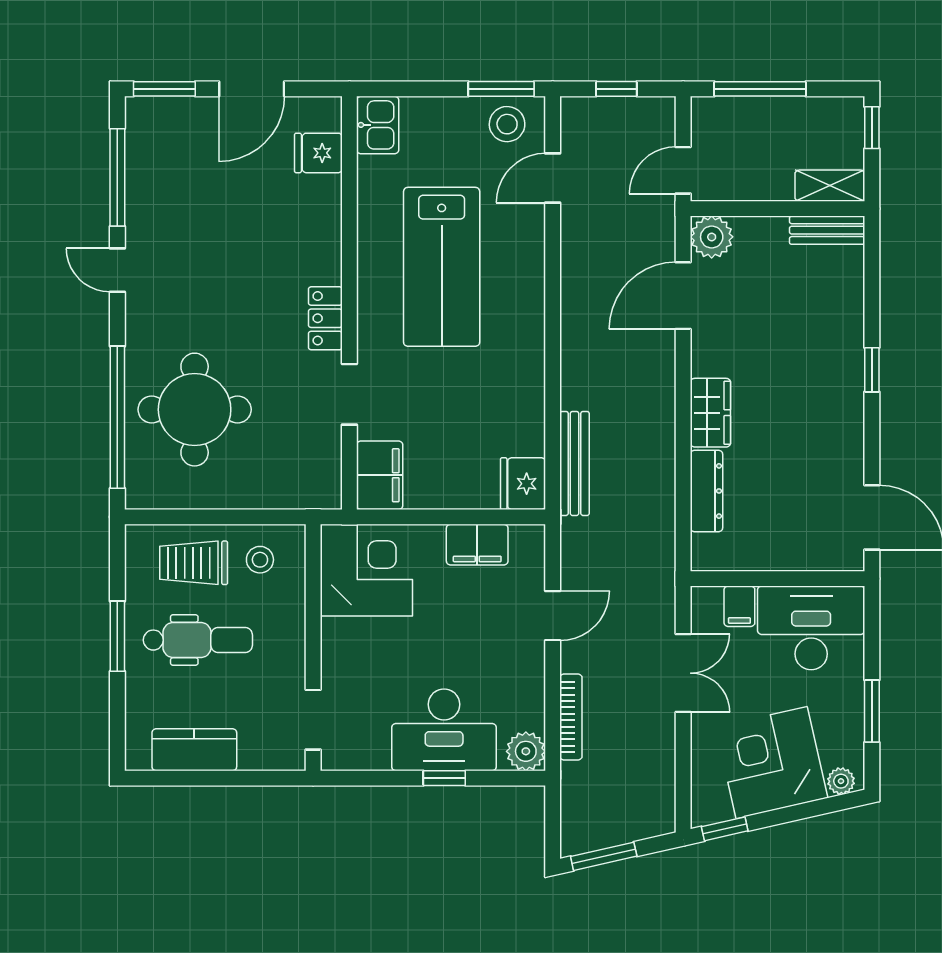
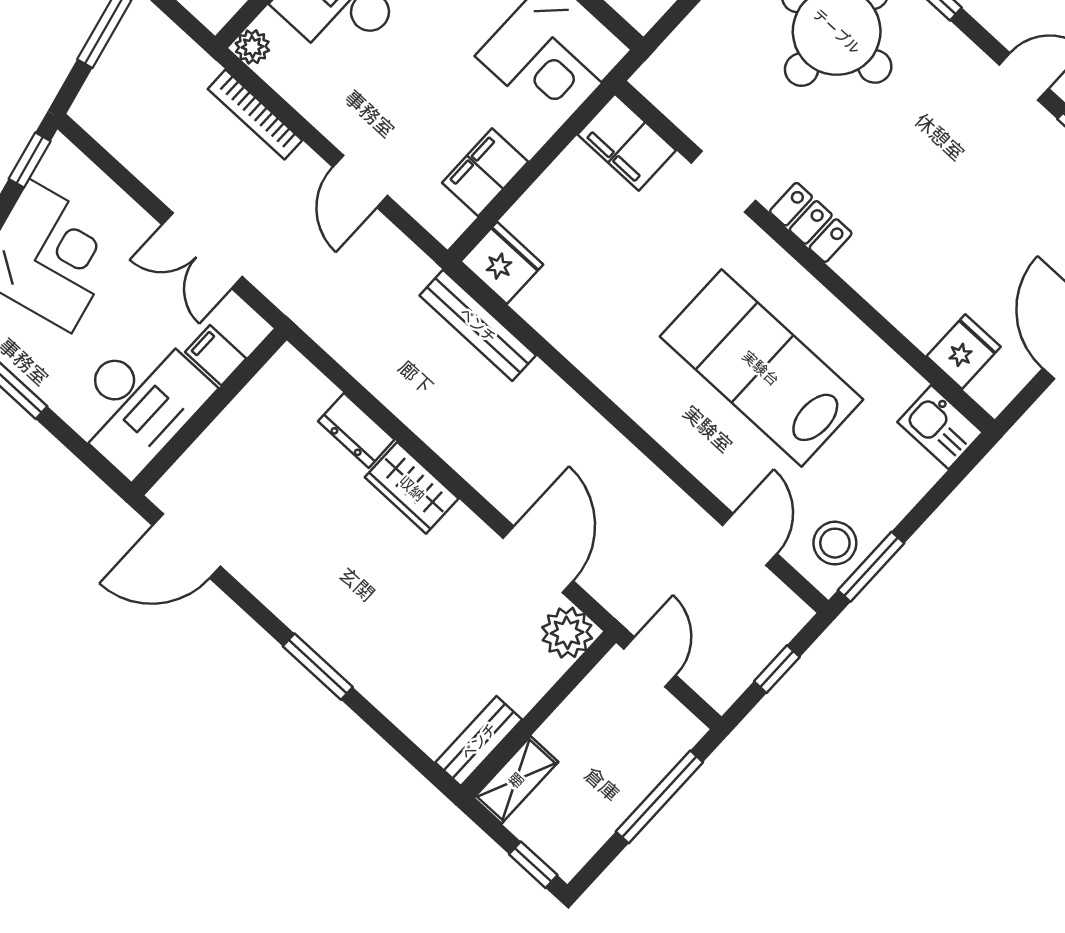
window: (872, 370) -> (318, 667), width x1.50
dresser: (707, 491) -> (356, 430), width x0.70
plant: (526, 751) -> (252, 47), width x0.73, depth x0.73

